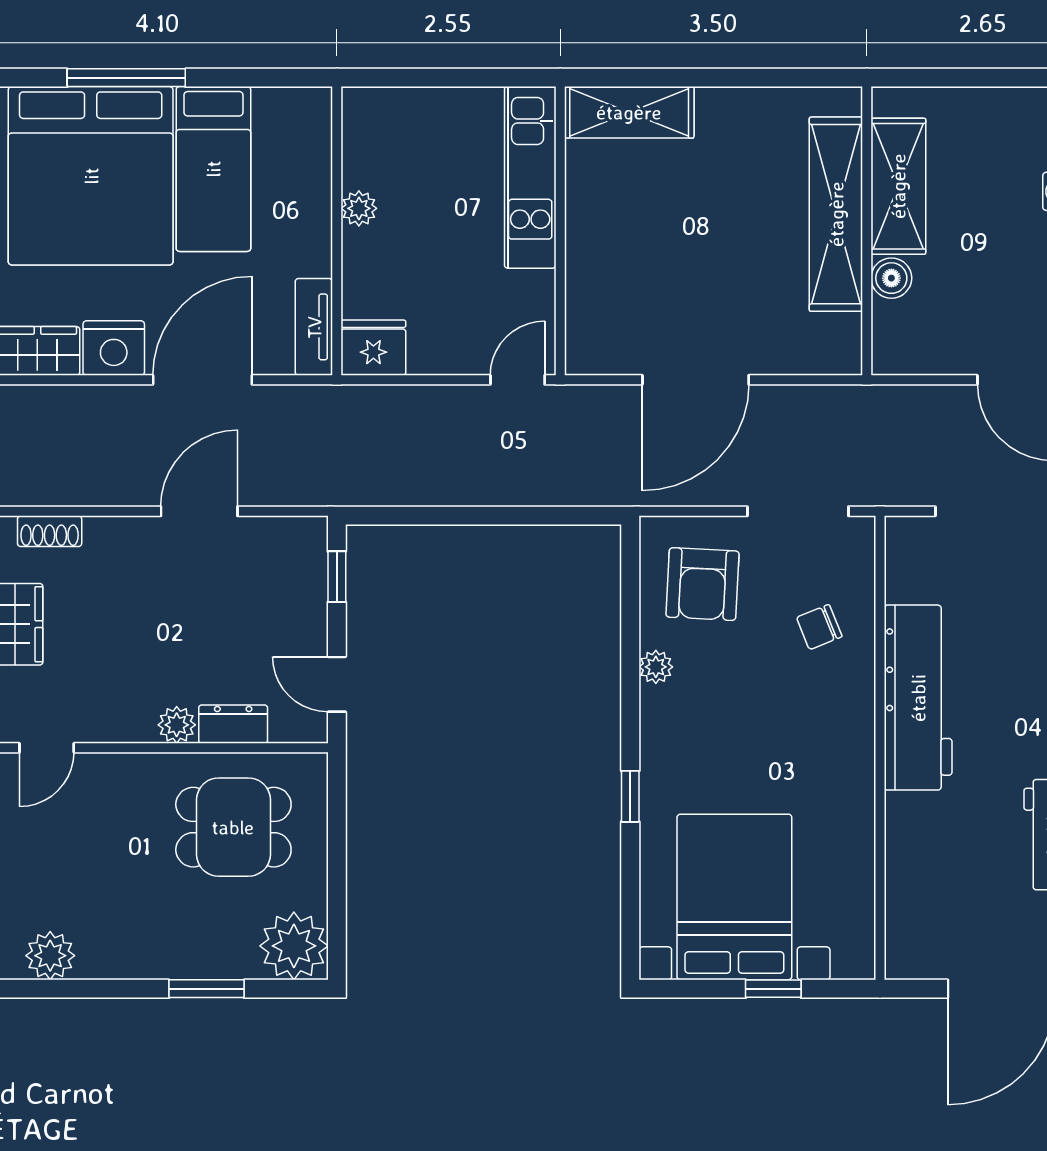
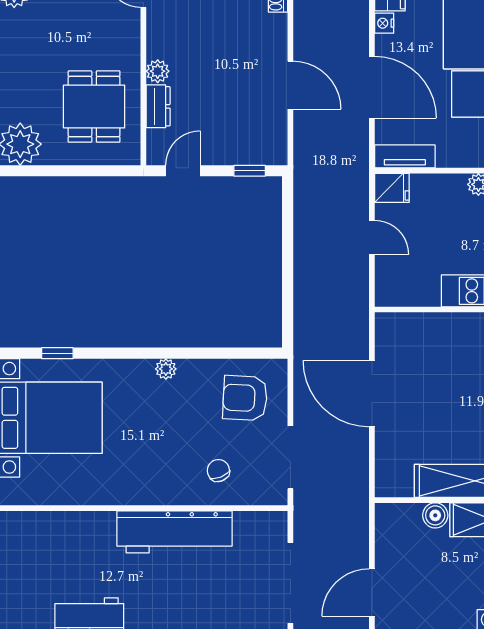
nightstand: (114, 348) -> (384, 23), width x0.53, depth x0.56
fridge: (373, 348) -> (392, 188), width x0.72
door: (518, 380) -> (372, 237), moved
plant: (656, 667) -> (166, 369), moved
window: (630, 796) -> (57, 353), moved

